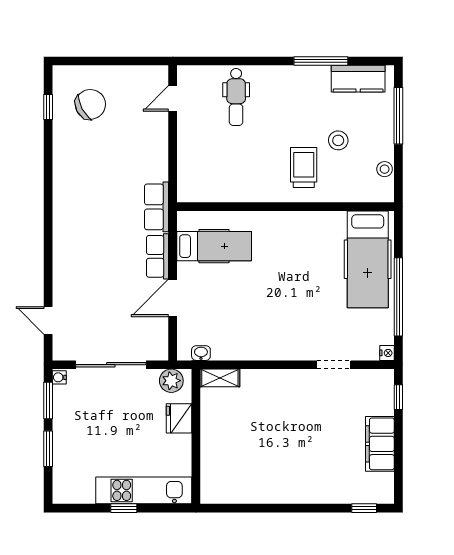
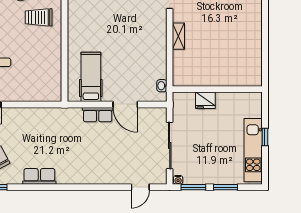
row of seats: (156, 207) -> (39, 176), moved, turned 180
shelving: (220, 378) -> (178, 36), moved
plant: (171, 381) -> (180, 105), removed
kitchen unit: (144, 490) -> (253, 150), moved

